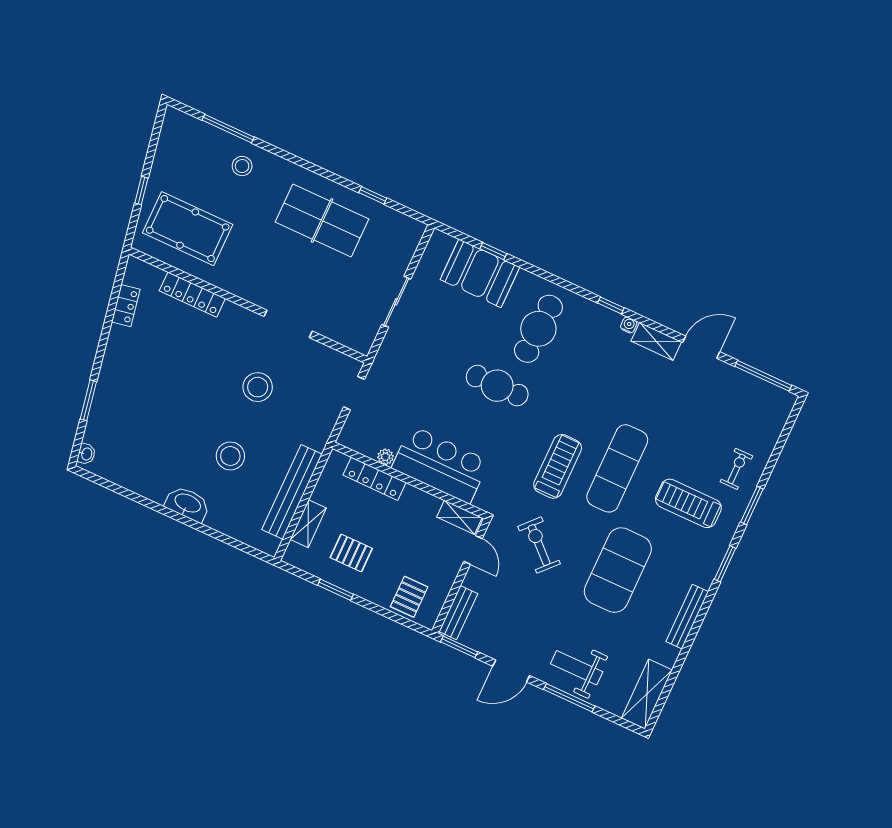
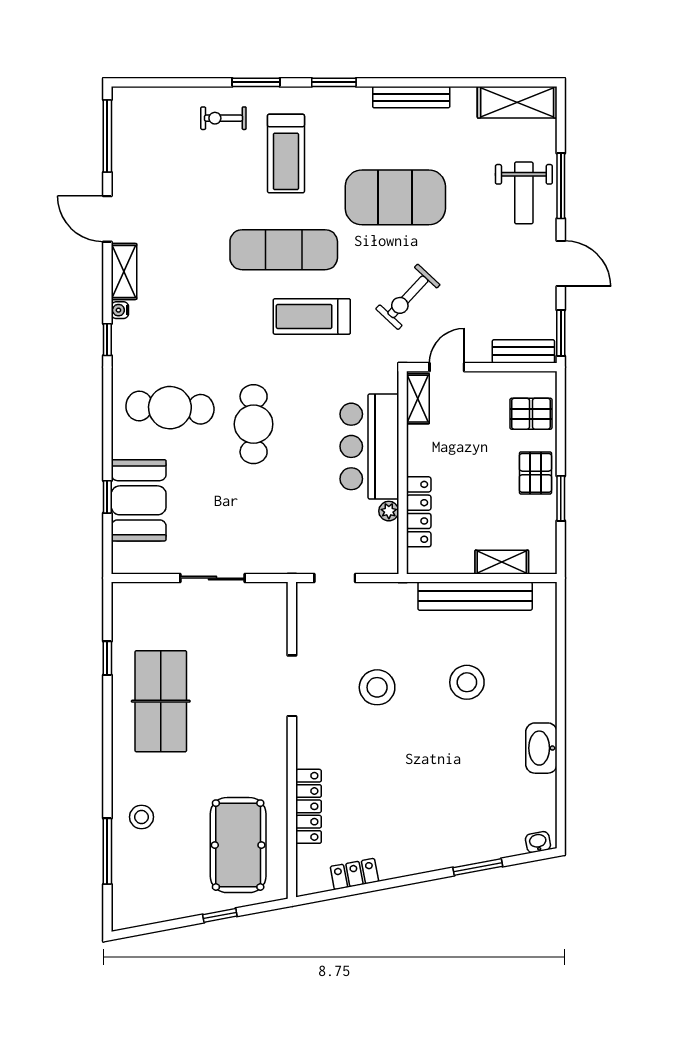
washbasin: (187, 504) -> (541, 748), moved
pallet: (351, 553) -> (535, 473), moved

